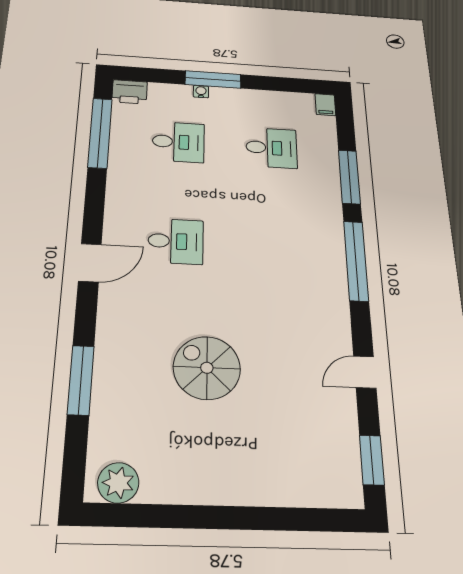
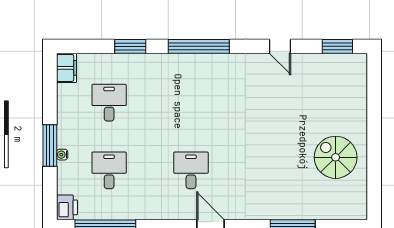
filing cabinet: (325, 105) -> (66, 68), width x2.00
window: (349, 177) -> (130, 46), width x0.69
spiral stairs: (207, 368) -> (336, 157), moved, turned 90
plant: (118, 483) -> (355, 200), removed

